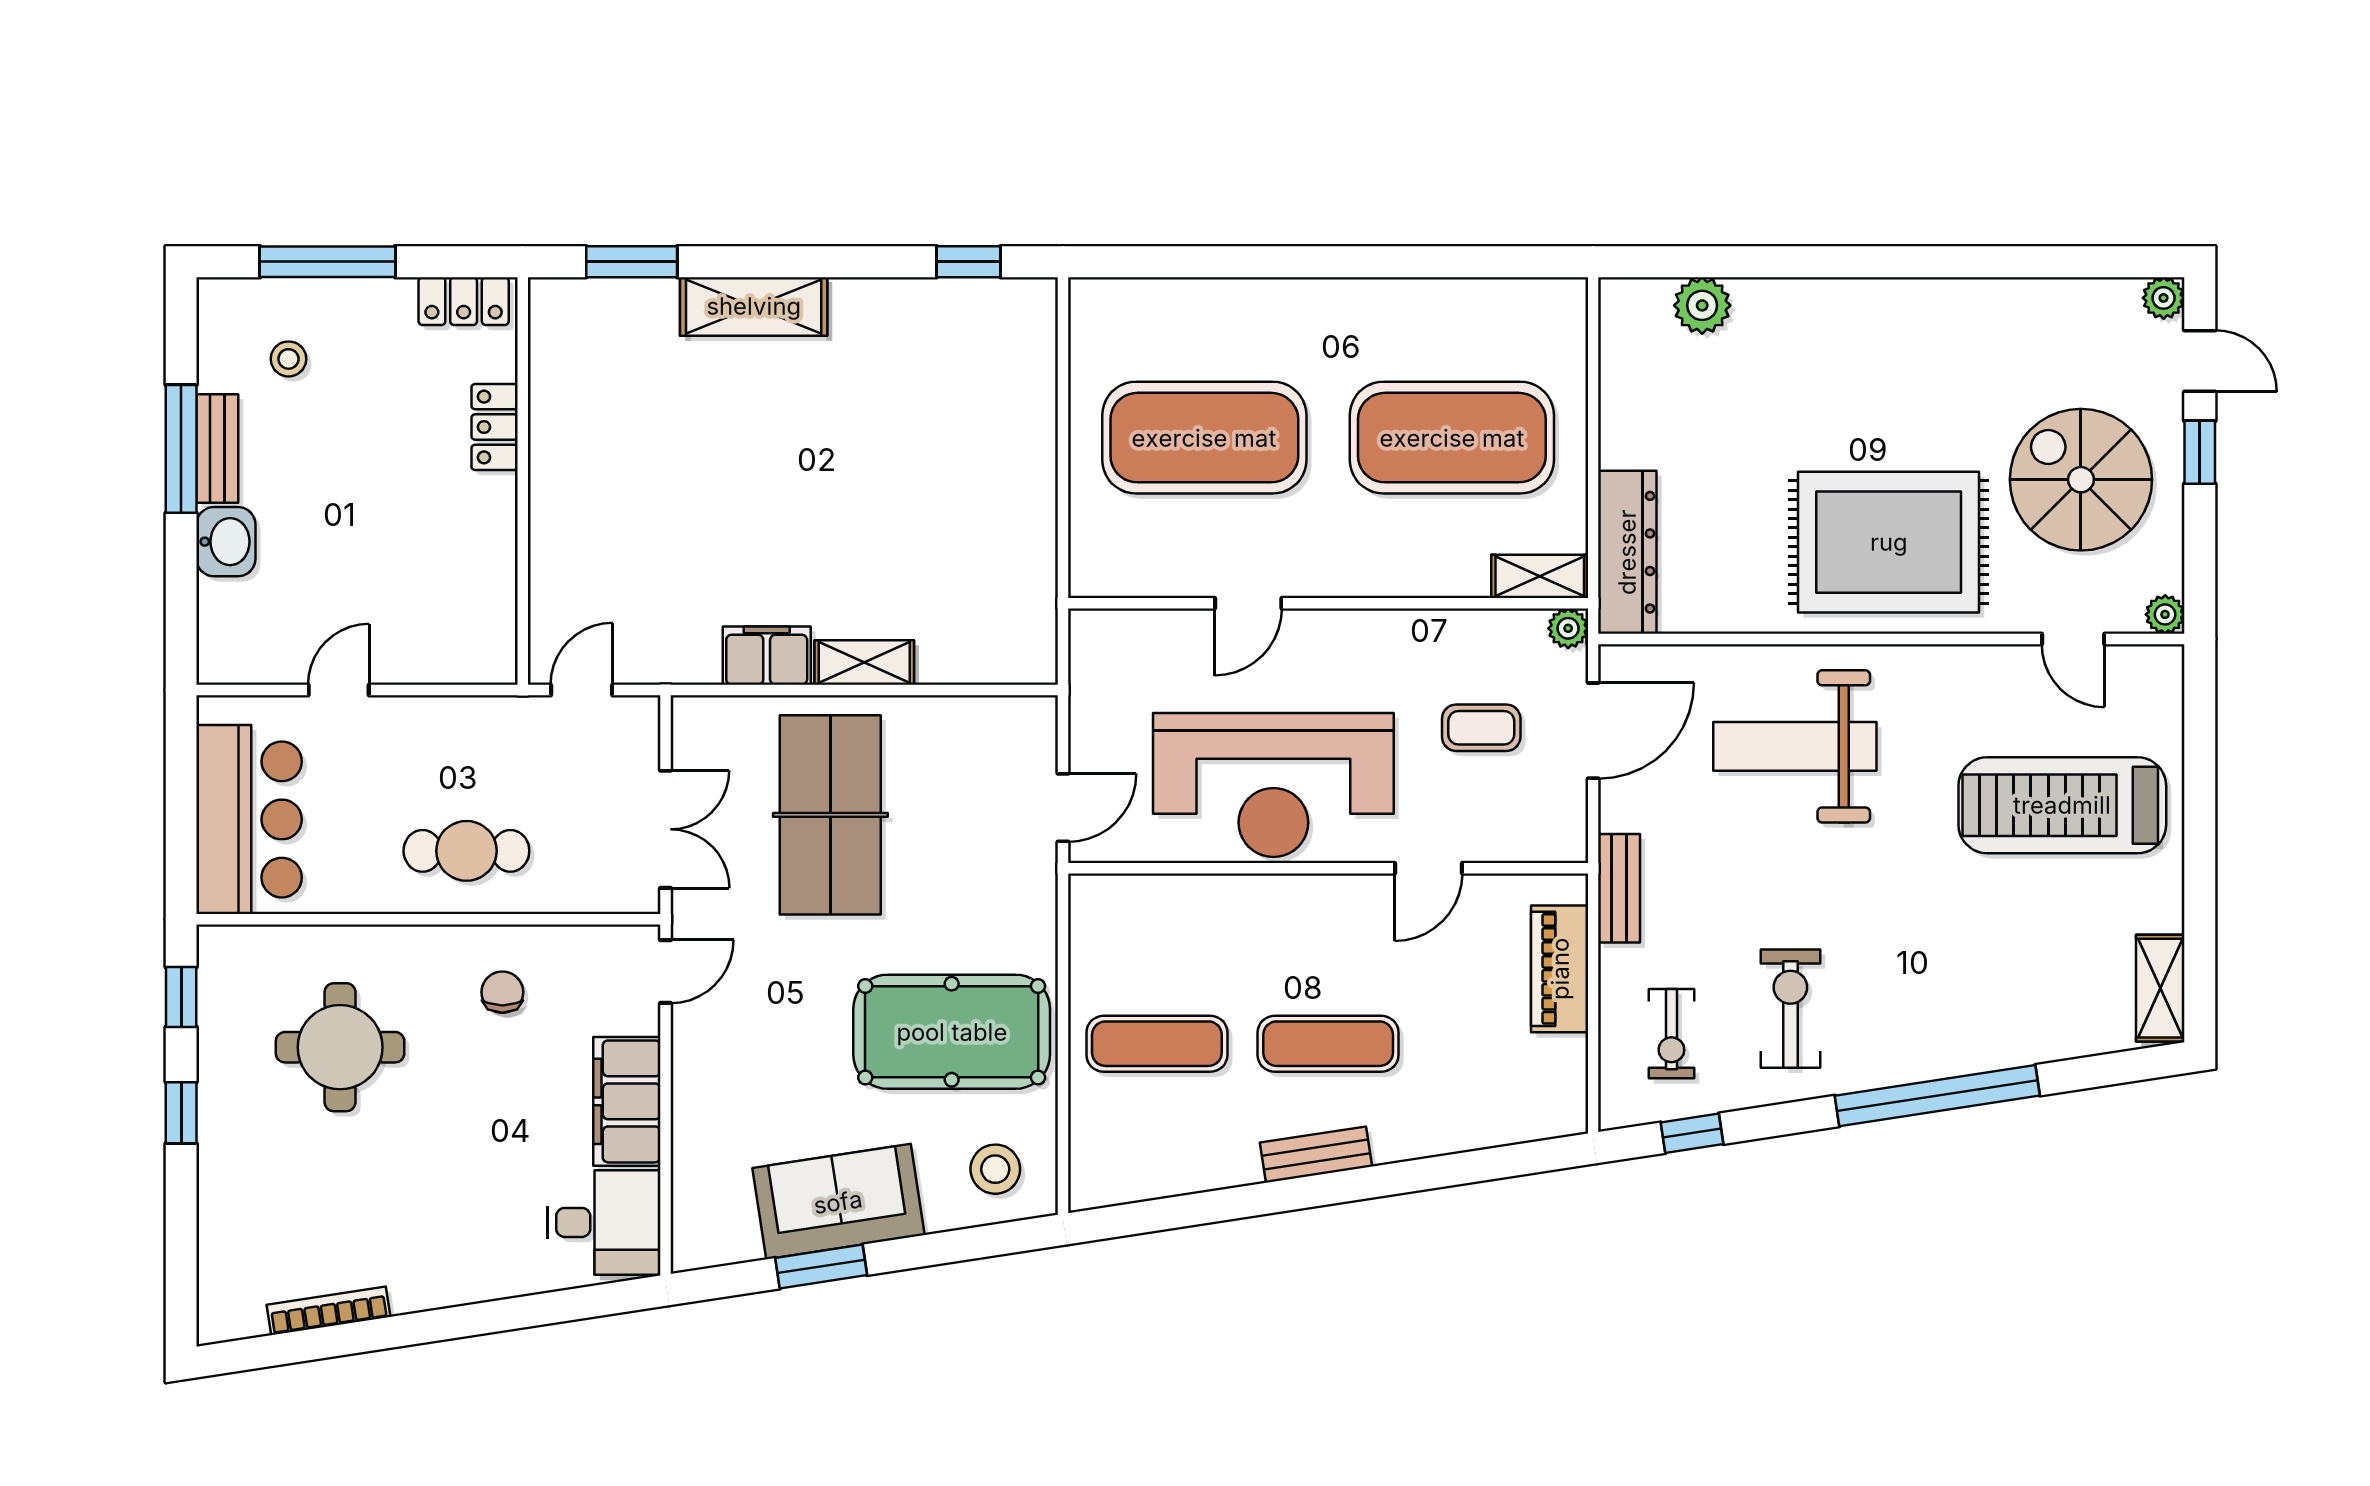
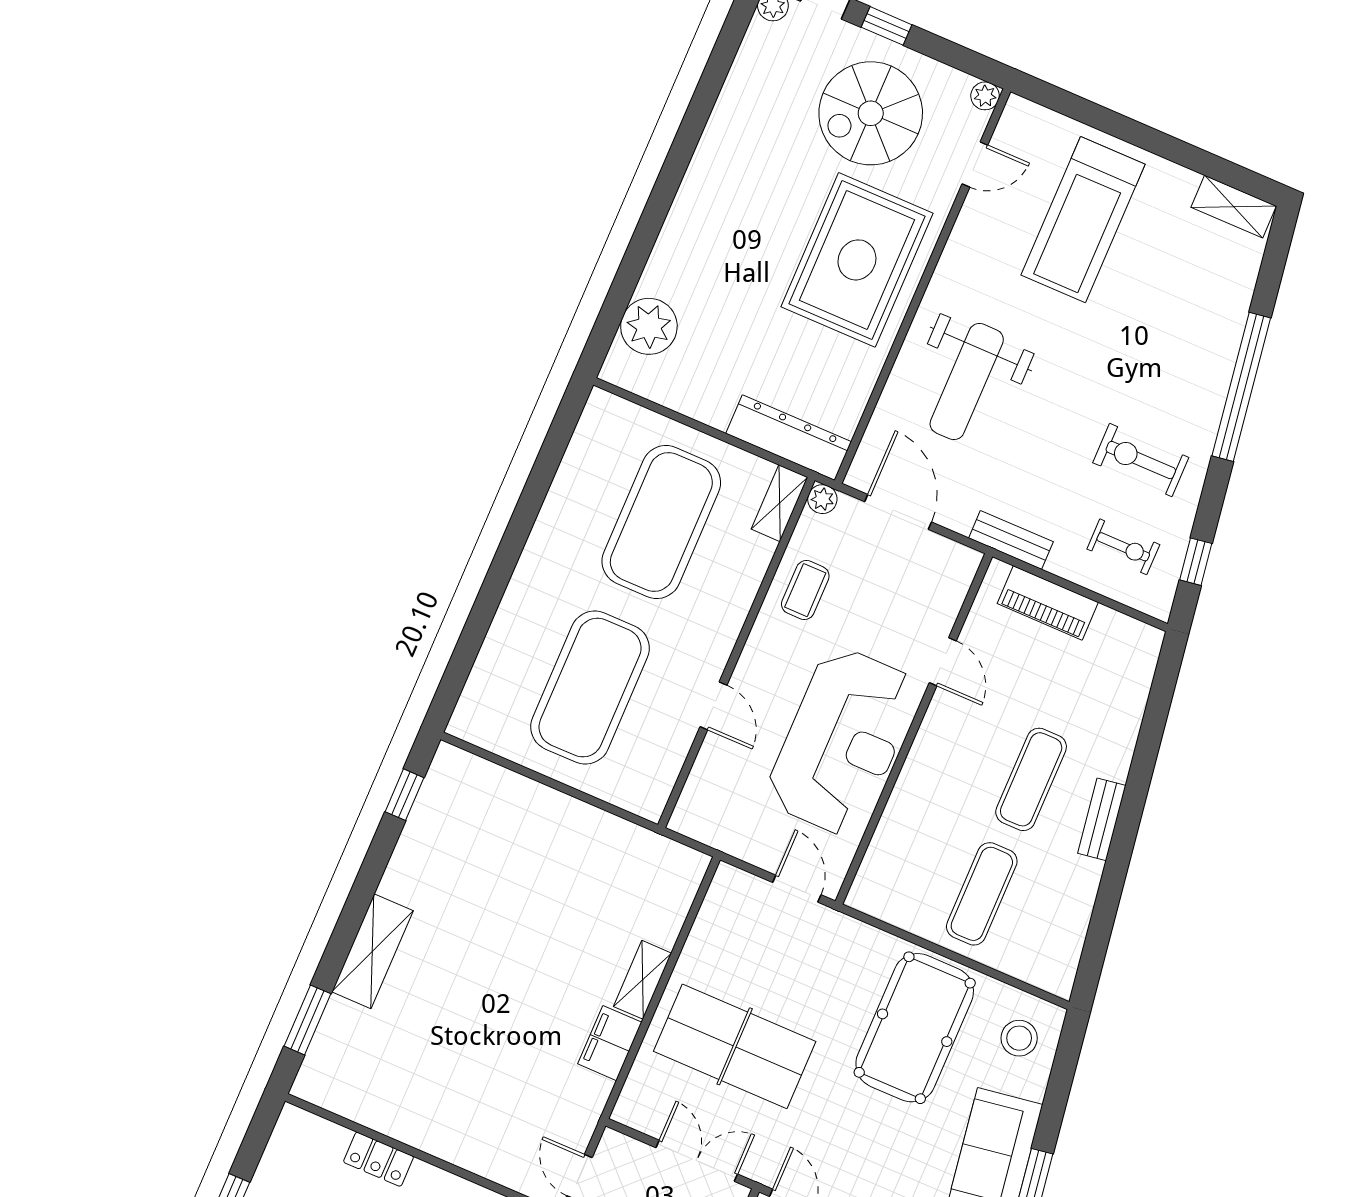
locker: (464, 301) -> (285, 1144), removed
plant: (1702, 305) -> (649, 326), width x1.36, depth x1.36
coffee table: (1481, 728) -> (805, 590), moved

